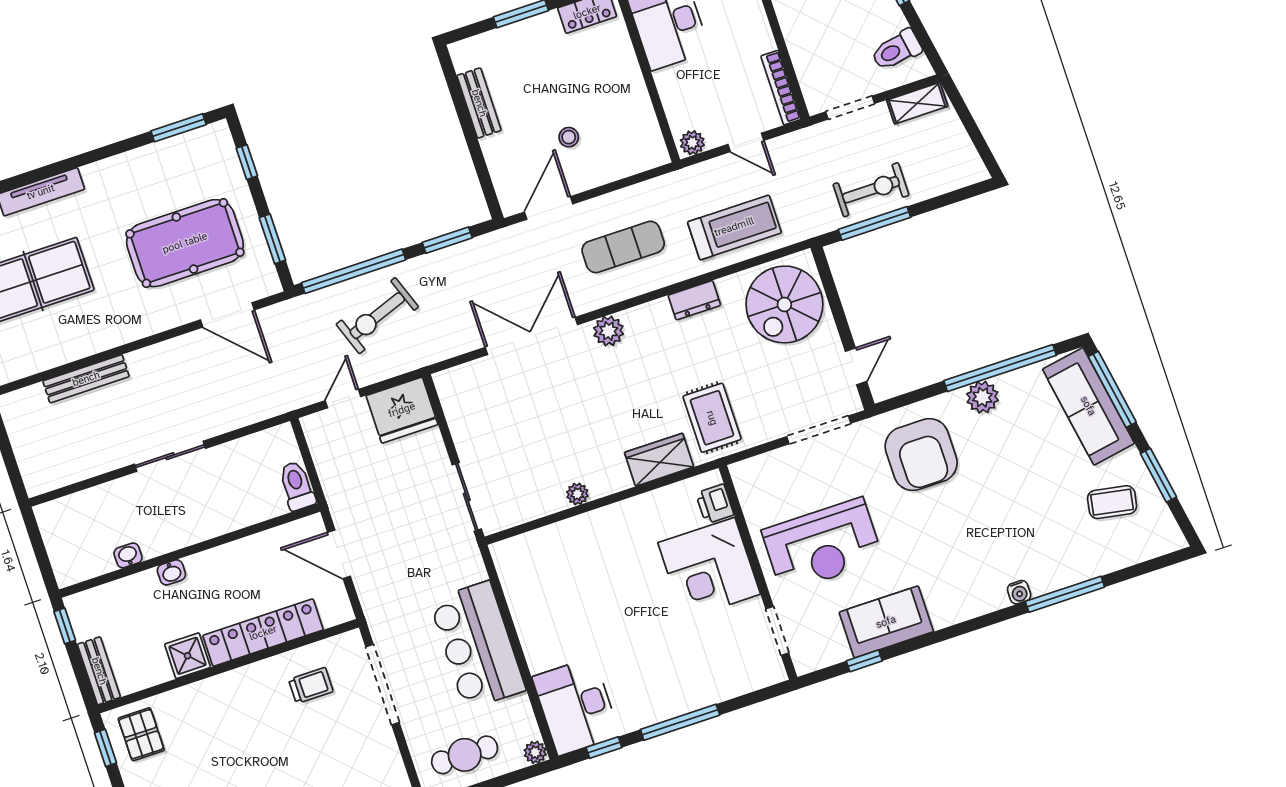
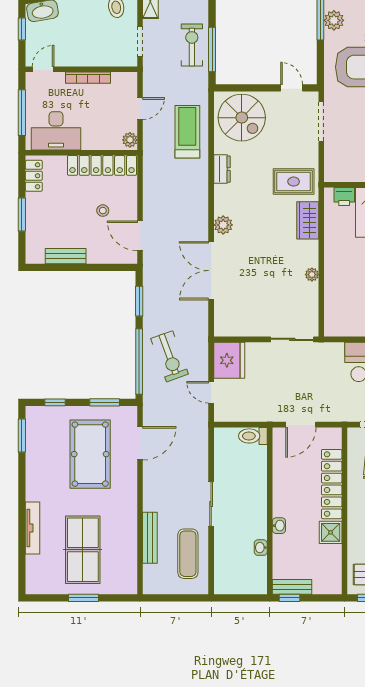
bookcase: (781, 88) -> (88, 78), moved
locker: (638, 113) -> (102, 165), added
exercise mat: (623, 247) -> (188, 554), moved
bench: (99, 671) -> (292, 587), moved

